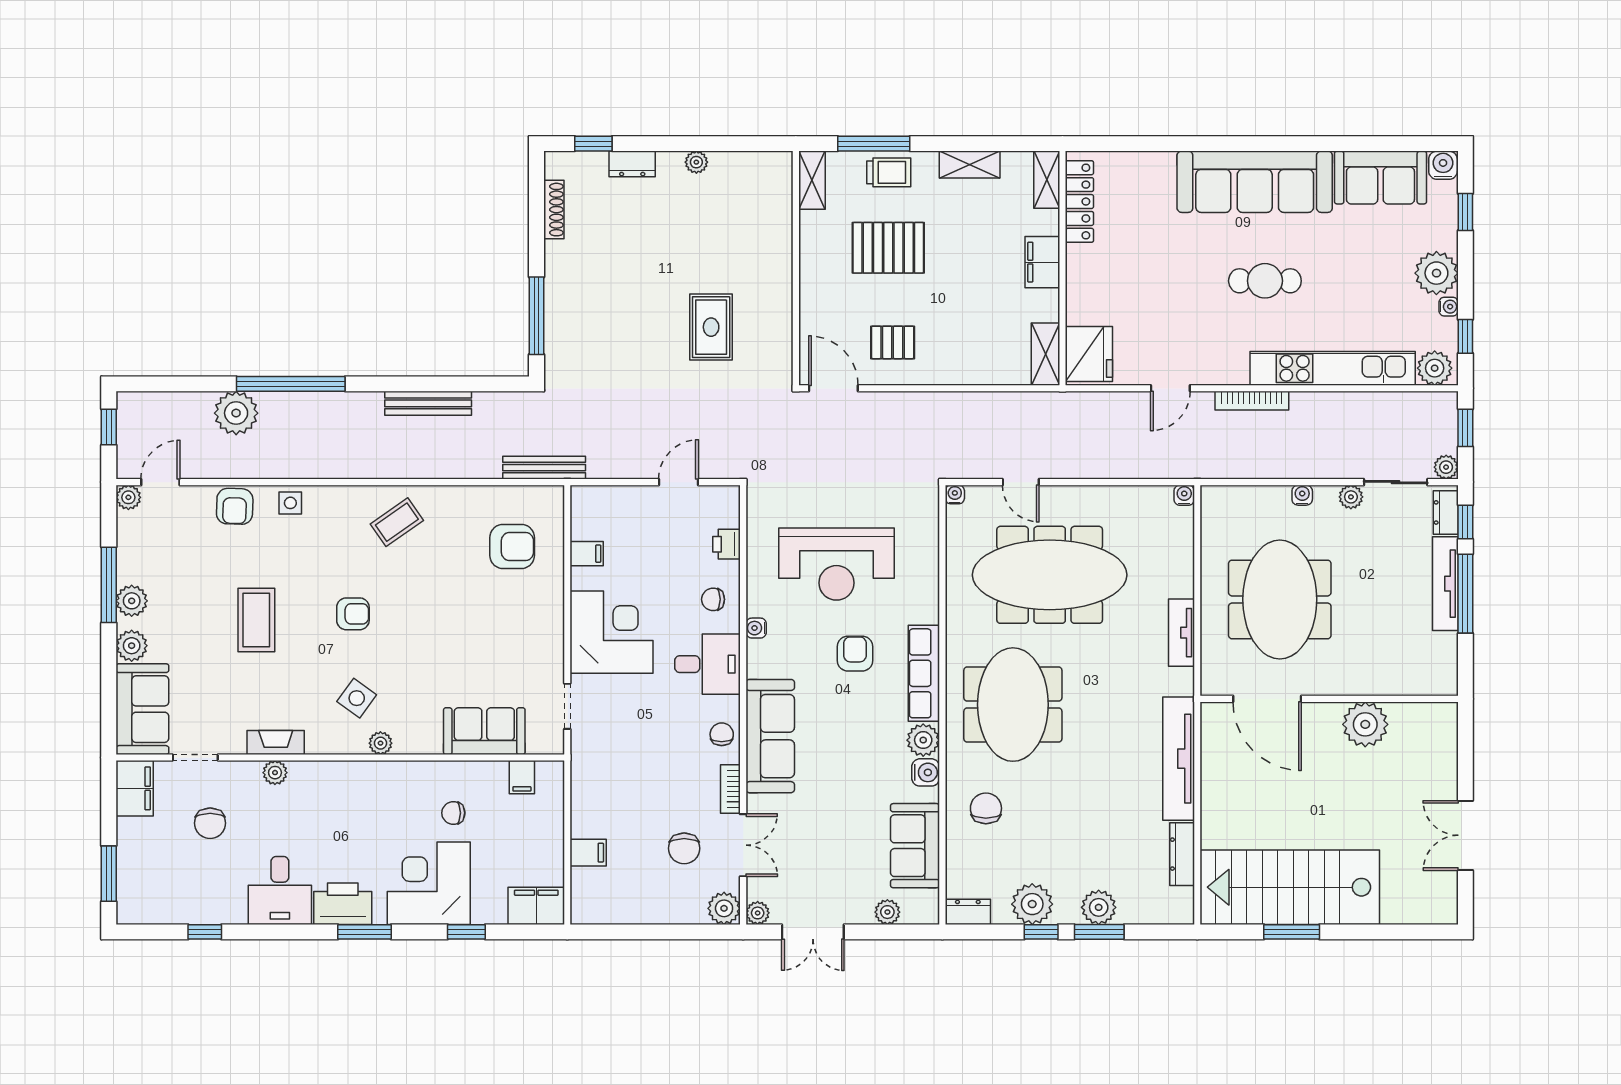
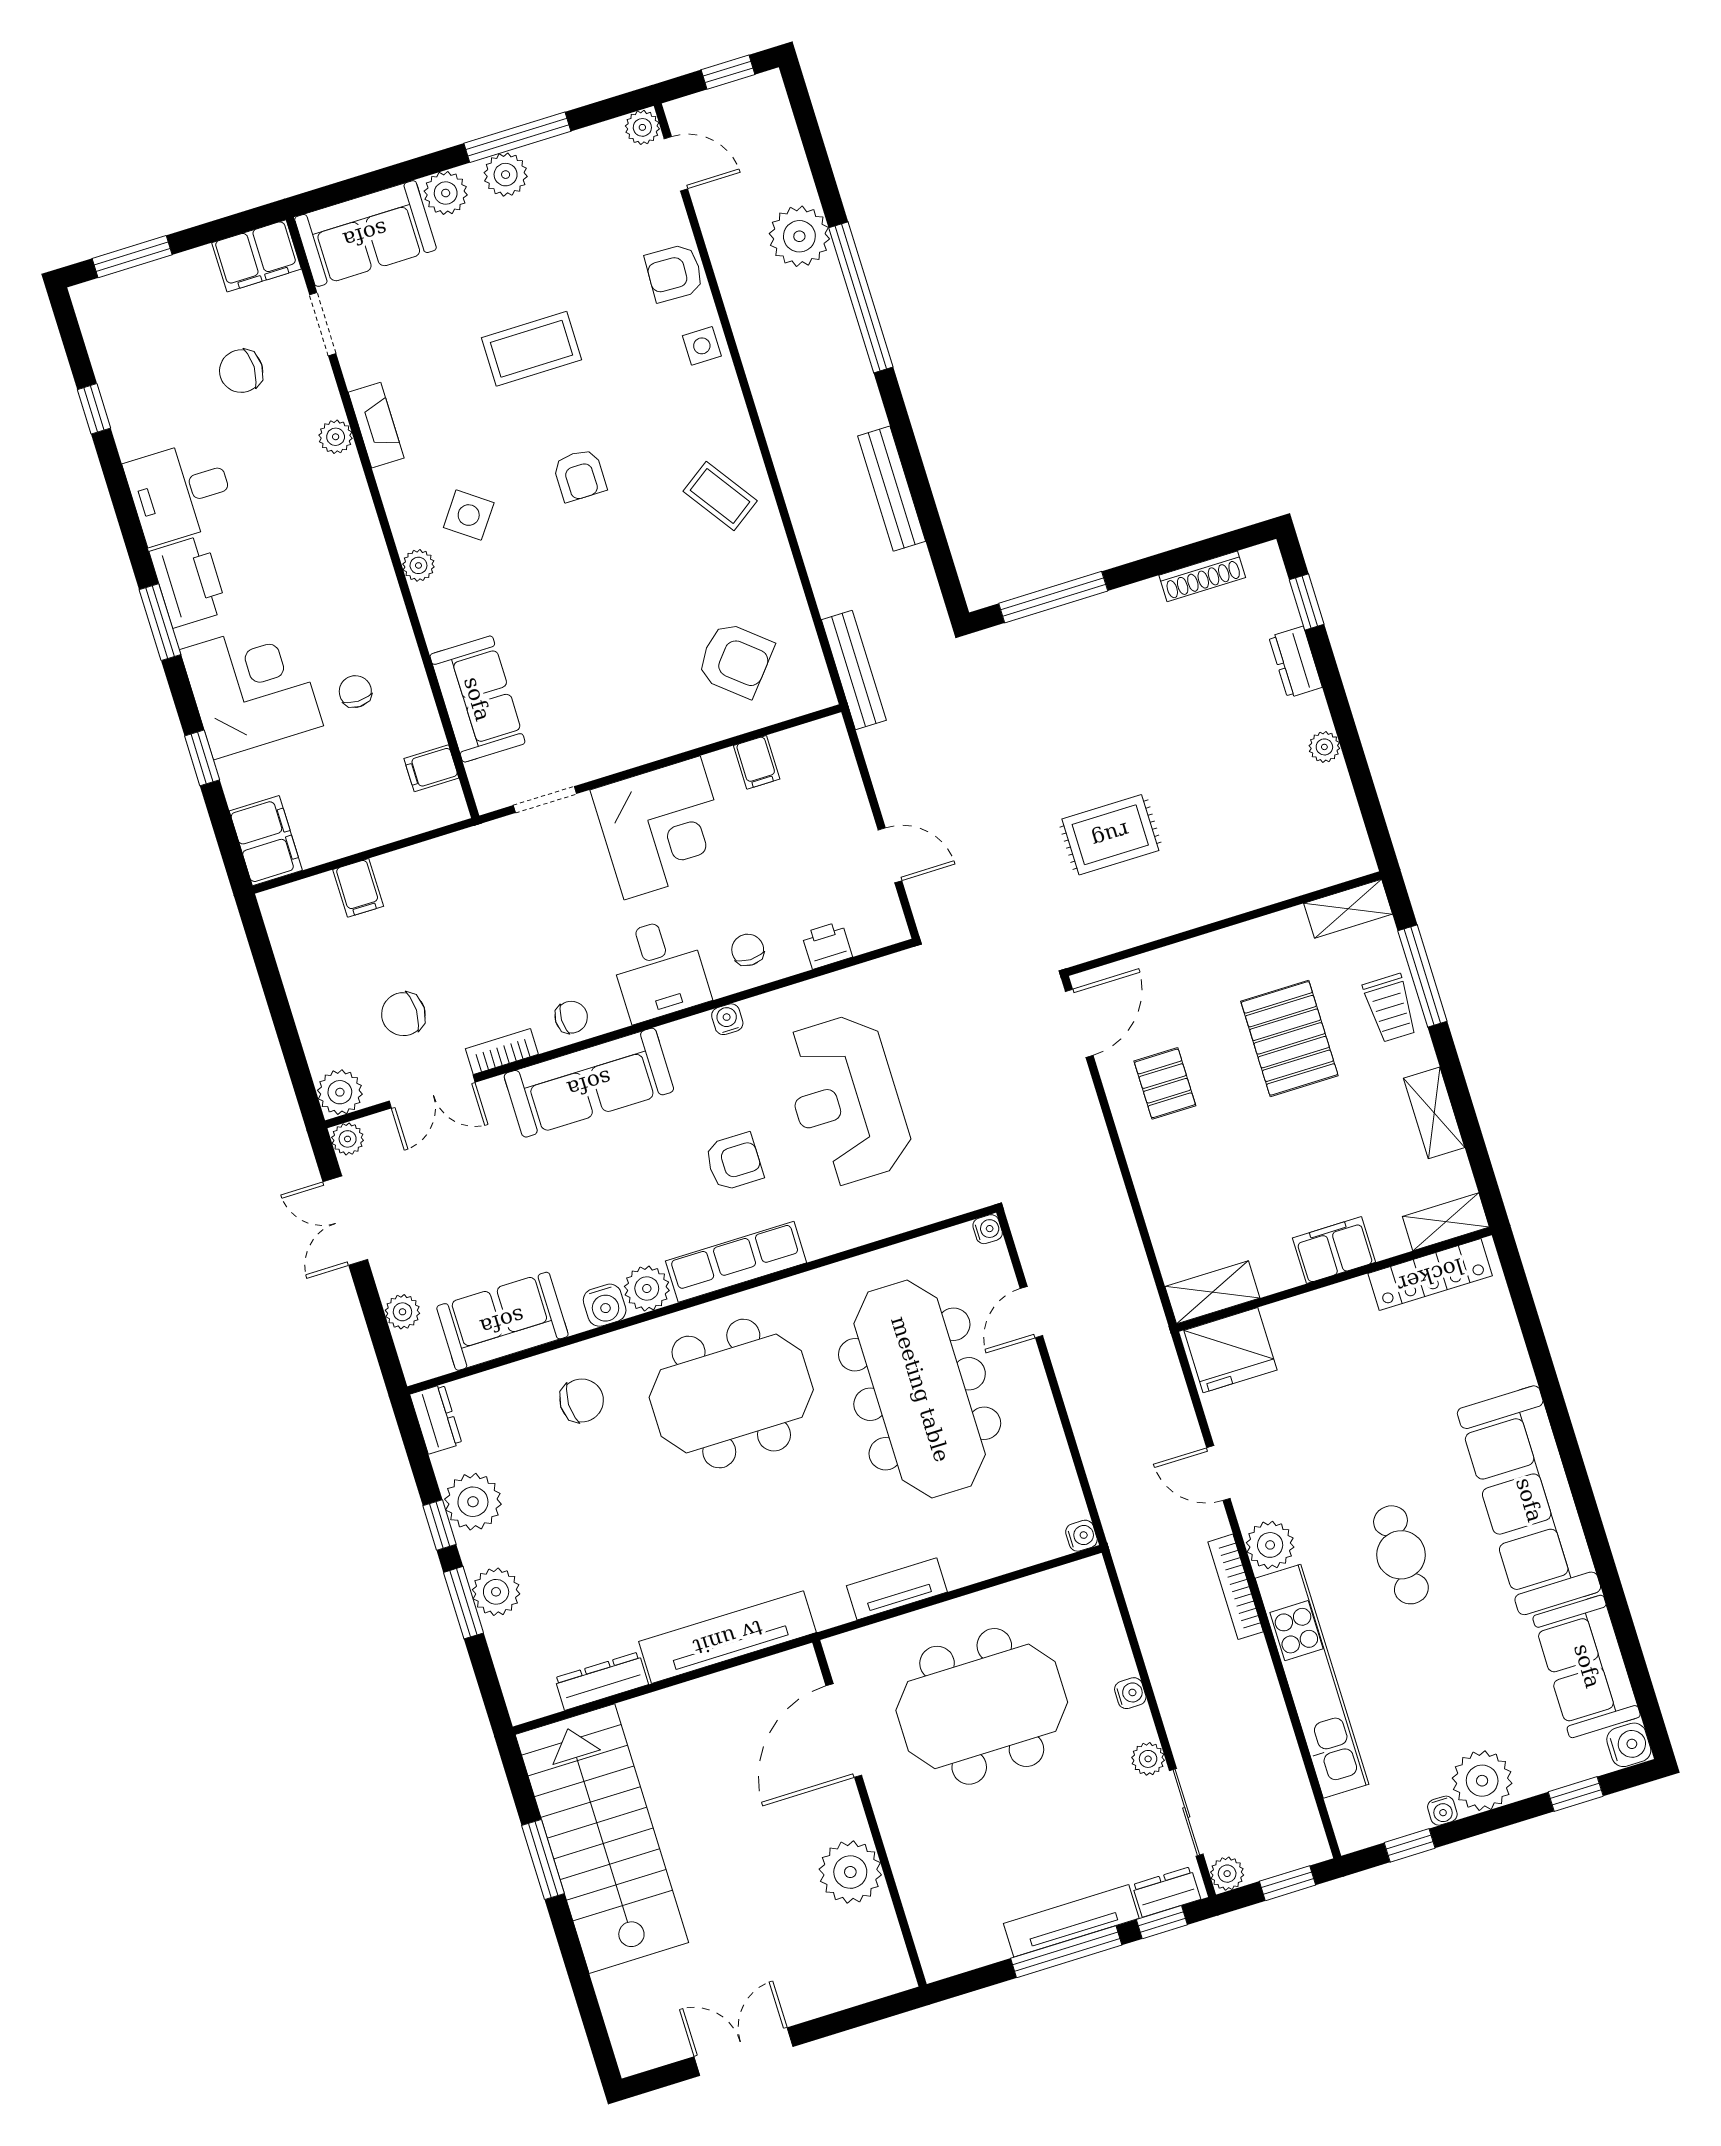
plant: (1435, 368) -> (1270, 1545), moved
armchair: (512, 546) -> (735, 660), turned -50

